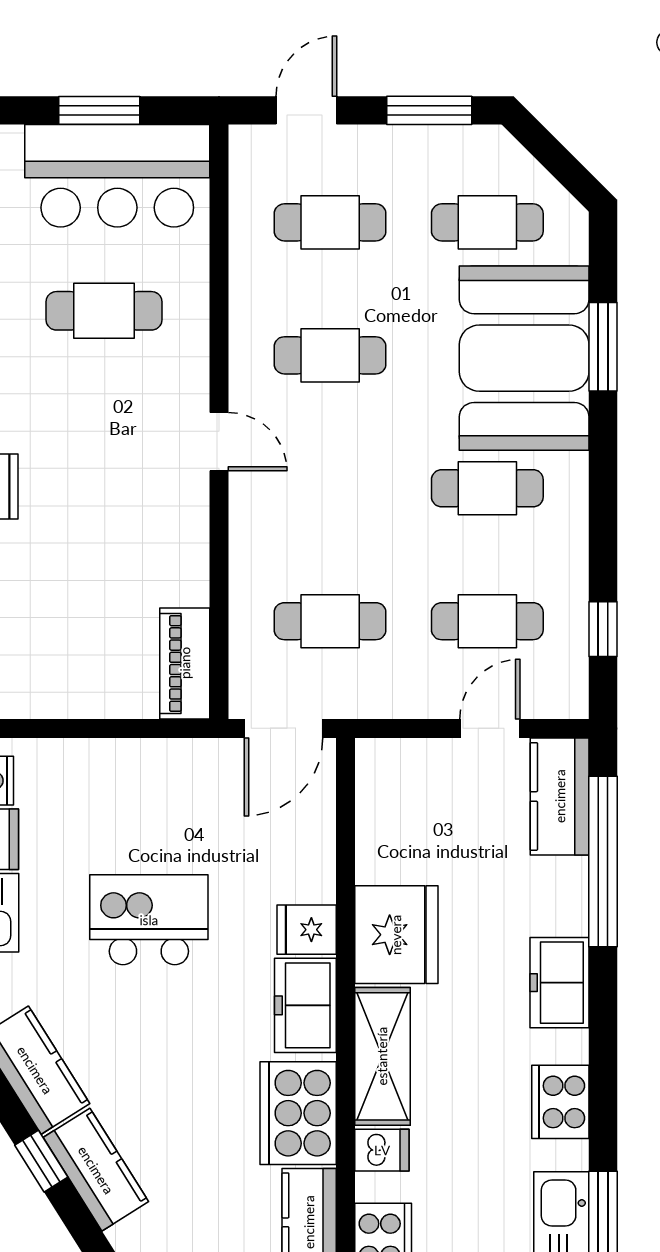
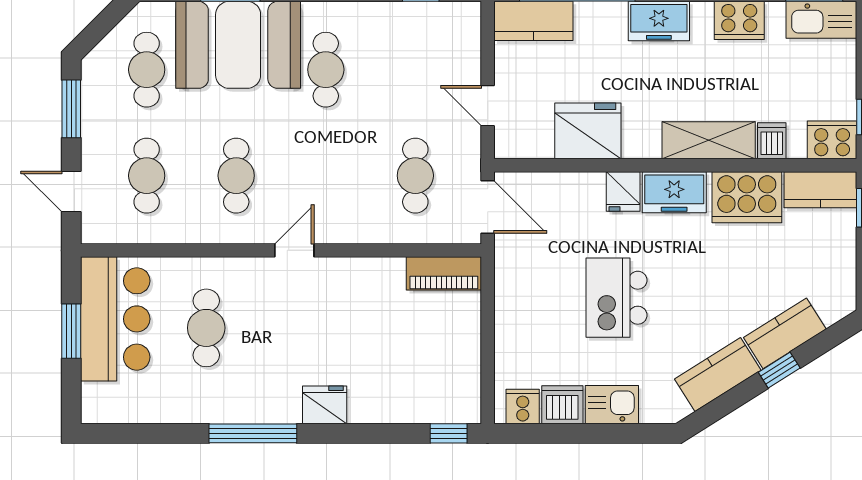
cafe table: (487, 621) -> (415, 70), removed
door: (490, 728) -> (488, 106), moved
fridge: (396, 935) -> (588, 131), moved

